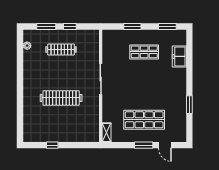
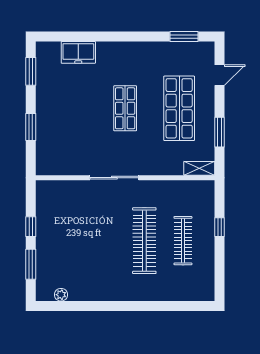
clothes rail: (61, 50) -> (183, 241), moved
shop shelf: (144, 52) -> (125, 108), moved
window: (189, 105) -> (184, 36), moved
window: (52, 145) -> (220, 227), moved
window: (144, 145) -> (220, 132), moved

